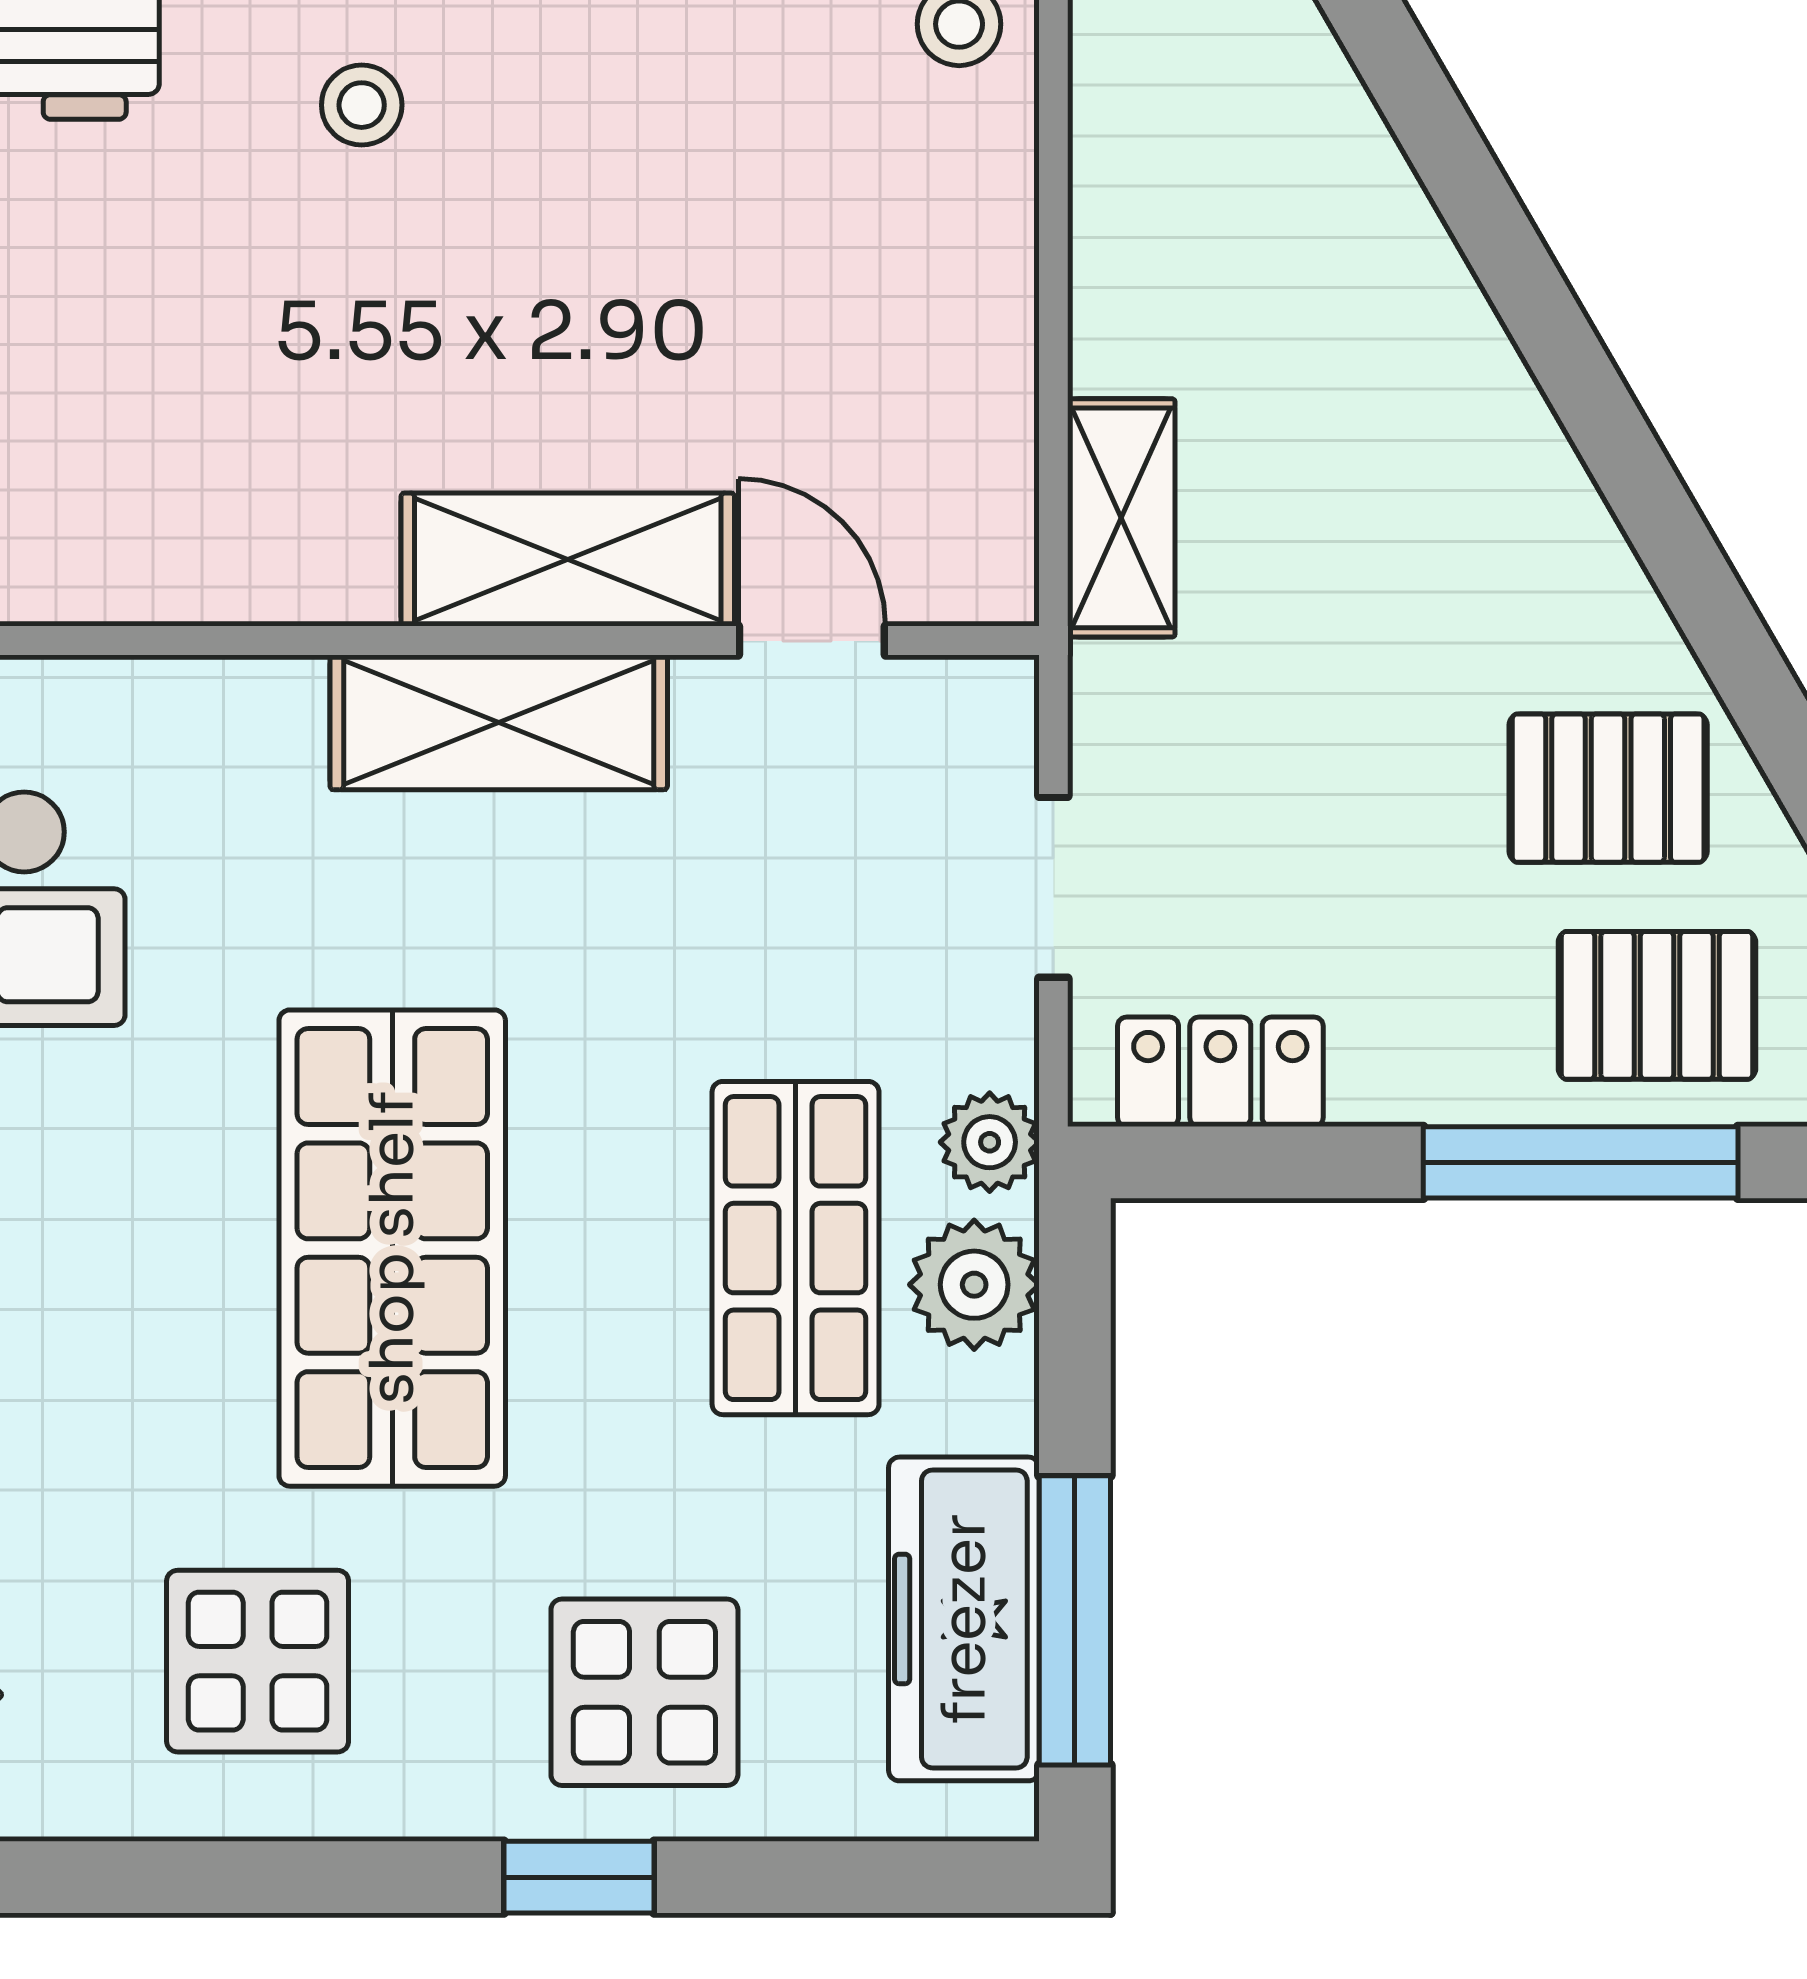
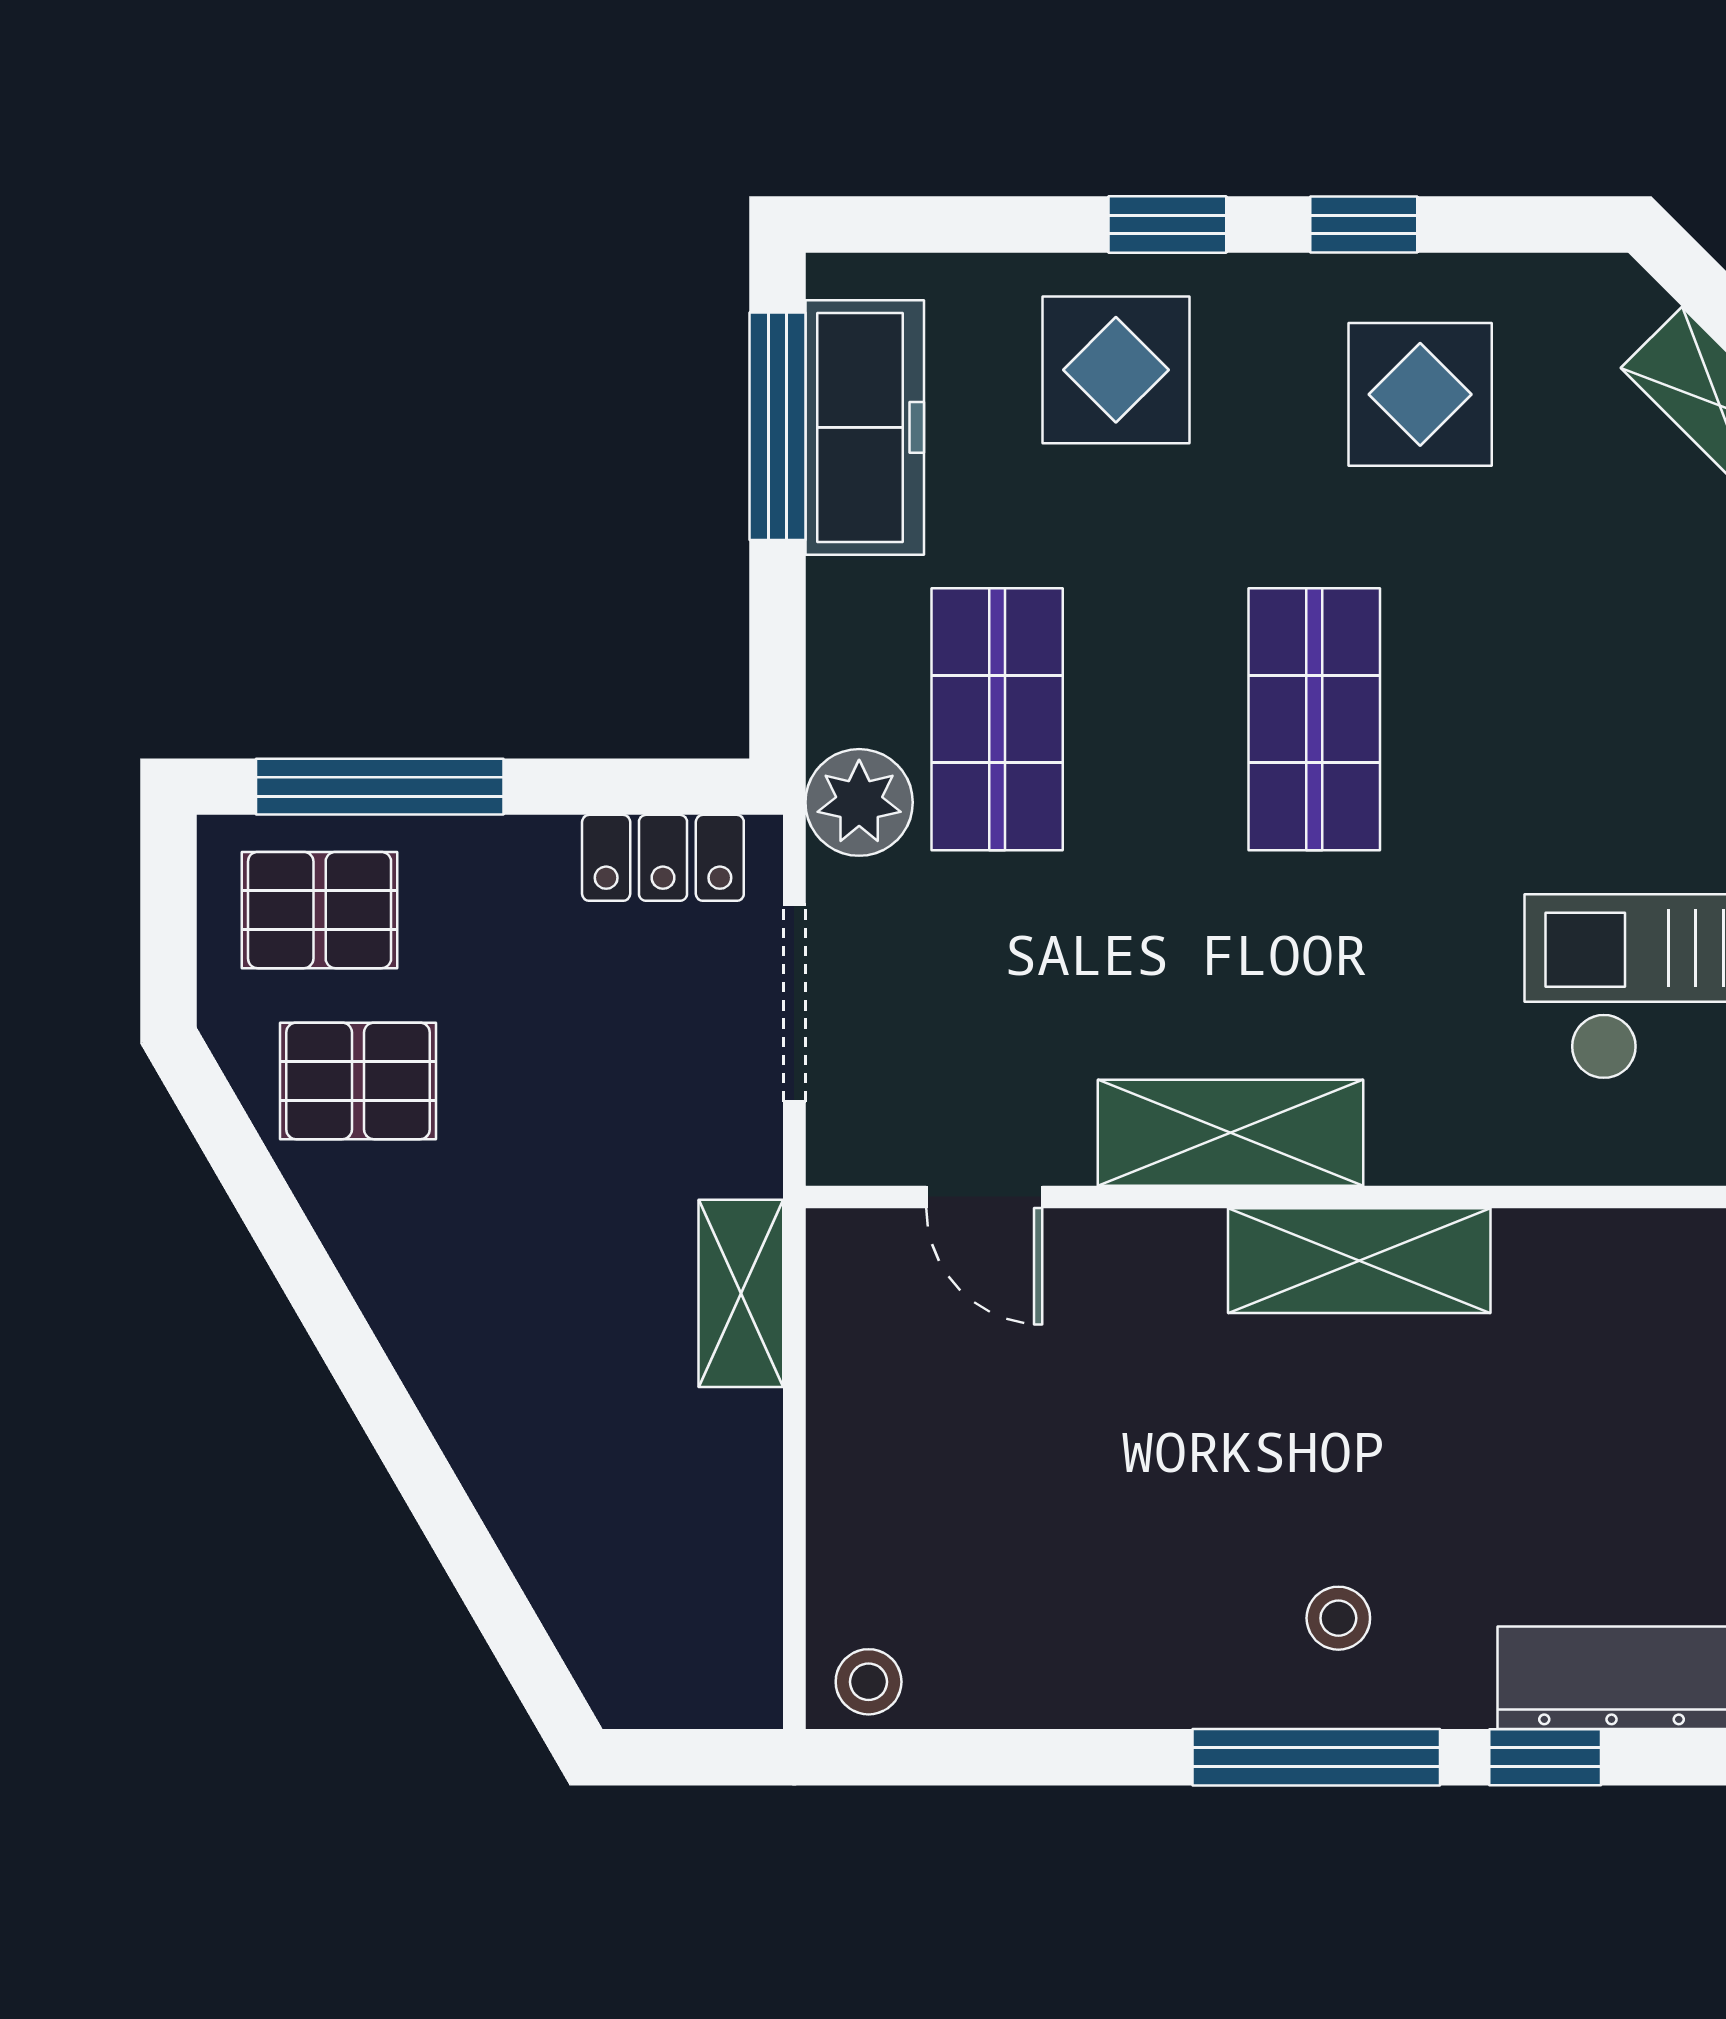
shelving: (568, 560) -> (1359, 1261), moved
doorway: (1053, 887) -> (794, 1003), width x1.38
plant: (990, 1142) -> (859, 802), width x1.38, depth x1.38
shop shelf: (392, 1248) -> (1314, 719), width x0.70, depth x0.74
plant: (974, 1285) -> (857, 690), removed
window: (329, 1877) -> (1364, 224), added

